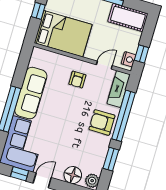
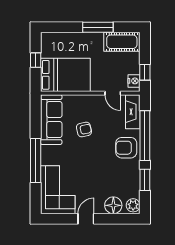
door: (104, 65) -> (113, 93), swing flipped
armchair: (77, 80) -> (84, 130), moved, turned -102
sofa: (31, 93) -> (51, 120), moved
window: (20, 174) -> (63, 219), removed

